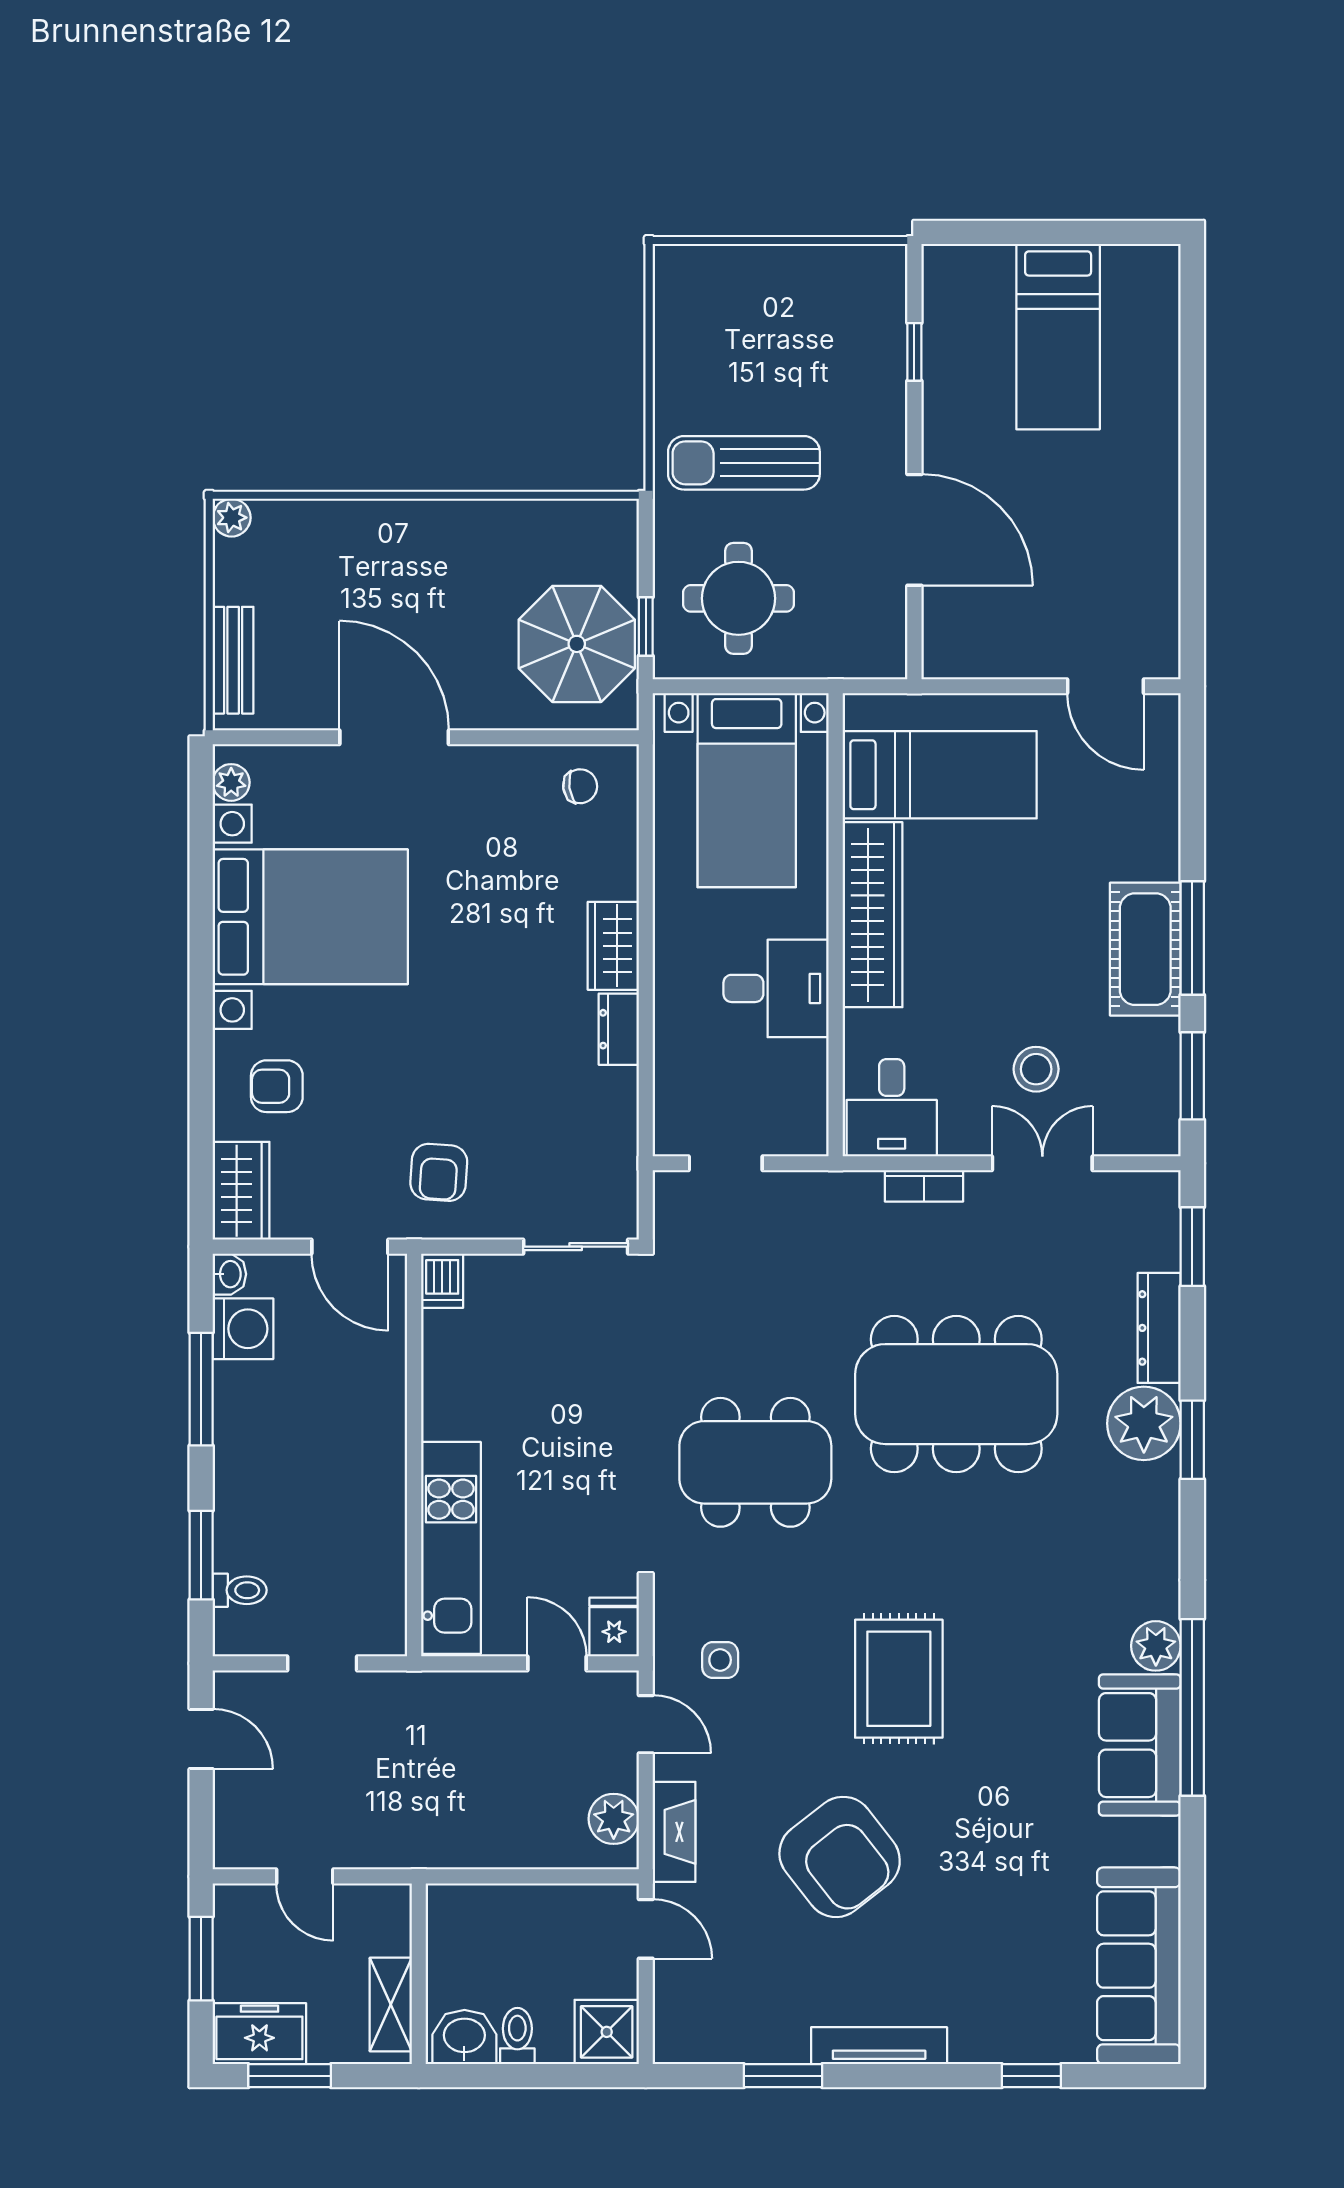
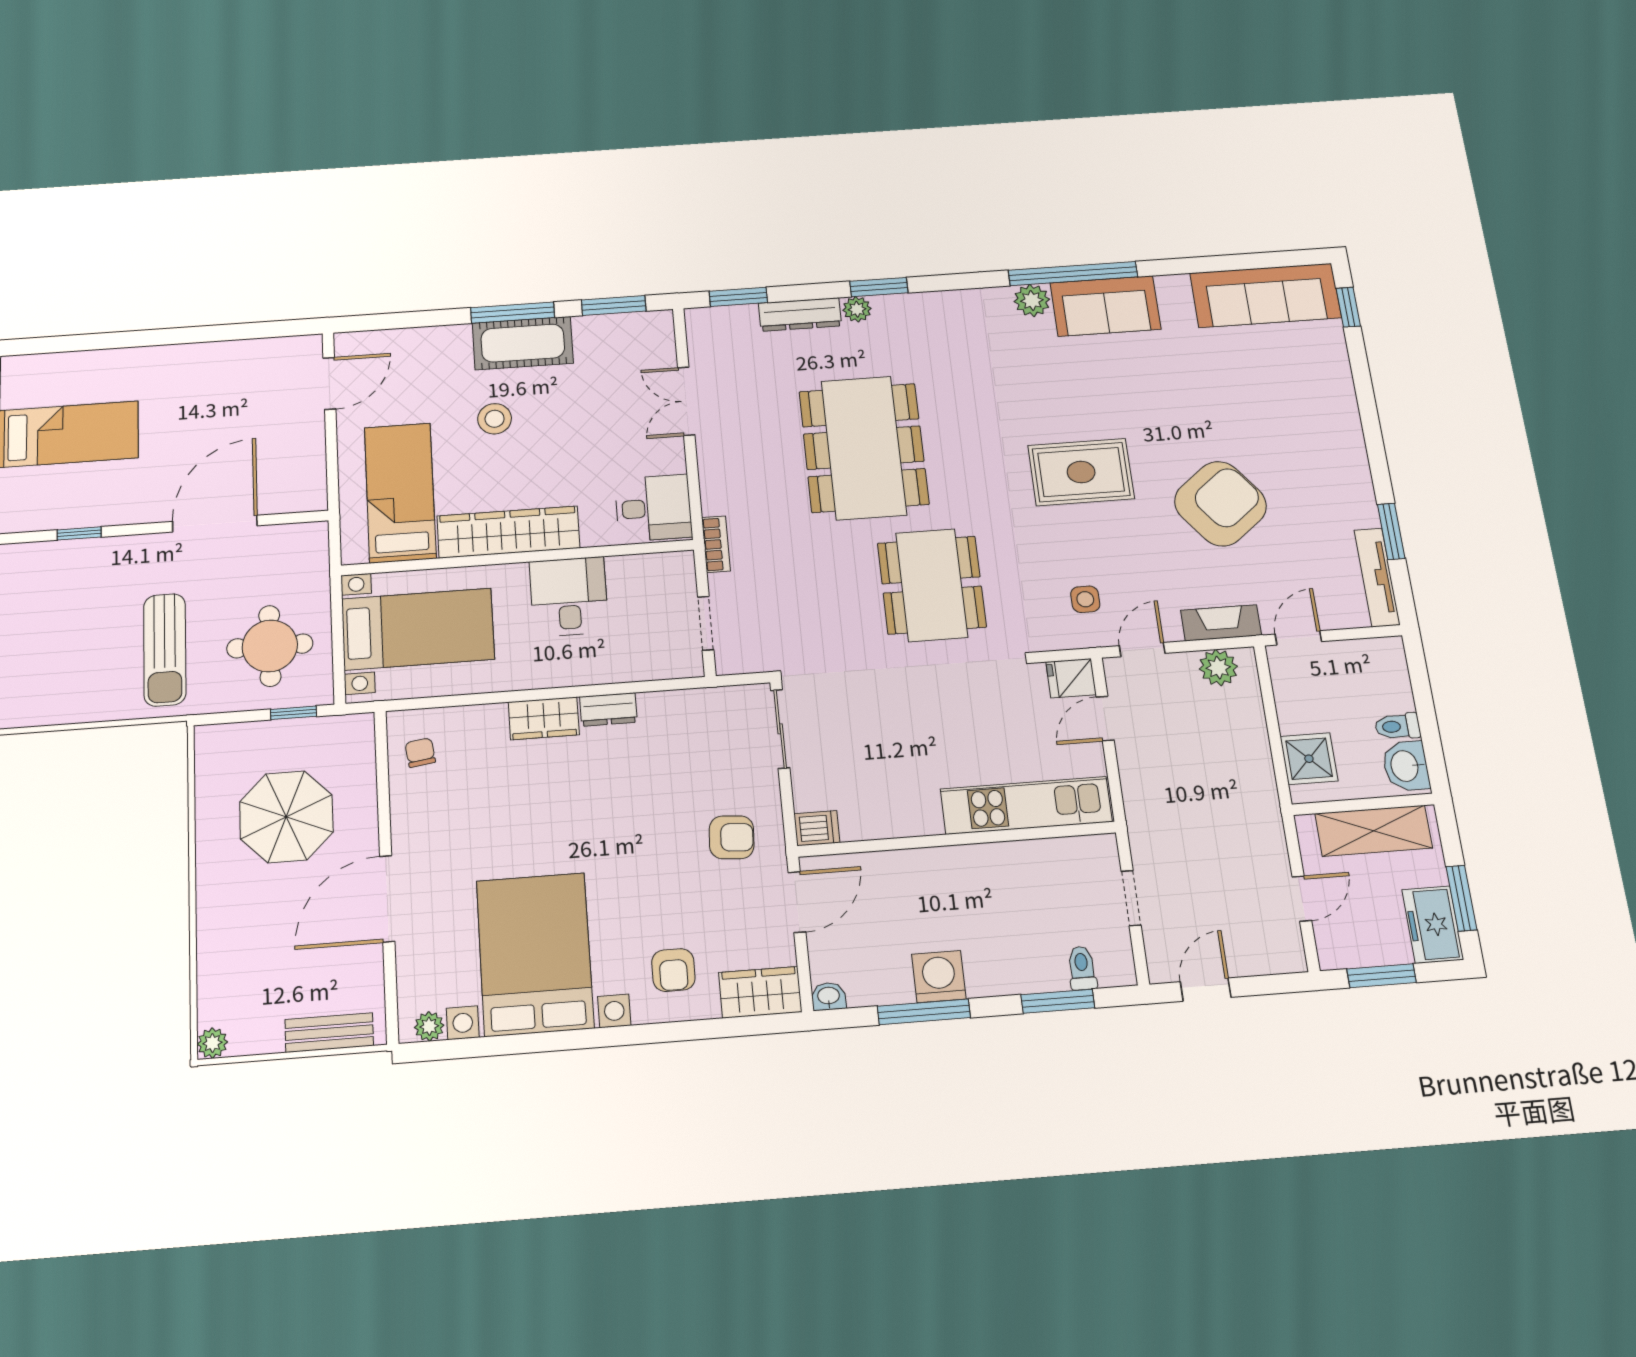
parasol: (577, 644) -> (286, 817), moved
stool: (1036, 1069) -> (495, 419), moved
bookcase: (924, 1186) -> (716, 544), moved
washing machine: (243, 1329) -> (939, 977), moved
plant: (1144, 1423) -> (857, 309), width x0.53, depth x0.53
shelving: (391, 2005) -> (1374, 831), width x1.50, depth x1.33
shower: (607, 2032) -> (1309, 759), moved
tv unit: (879, 2046) -> (1377, 577), moved
window: (1031, 2076) -> (1348, 307), moved

